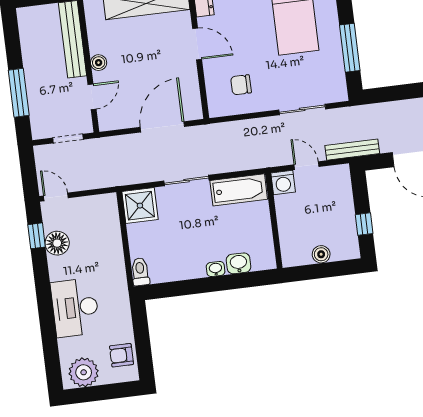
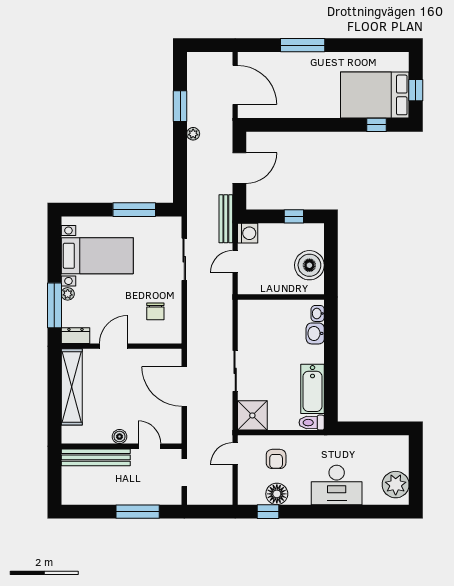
washing machine: (283, 182) -> (248, 233), moved
bathtub: (239, 190) -> (313, 389), moved, turned 180
door: (56, 197) -> (235, 454), moved
boiler: (321, 254) -> (309, 265), width x1.86, depth x1.86
washbasin: (216, 269) -> (318, 313), moved
armchair: (121, 355) -> (276, 459), moved

